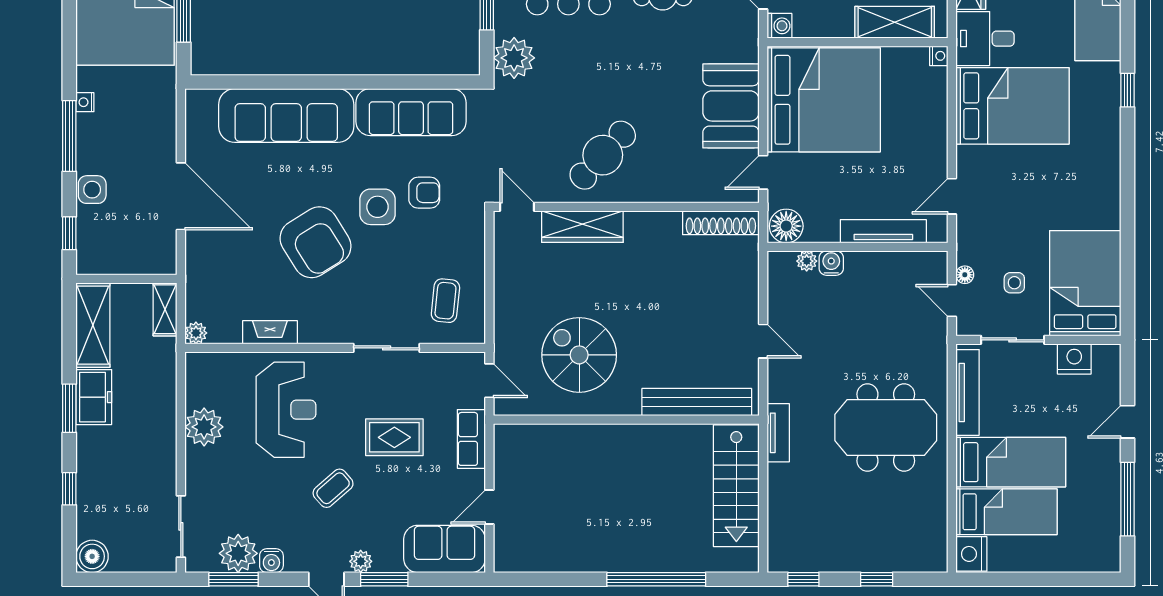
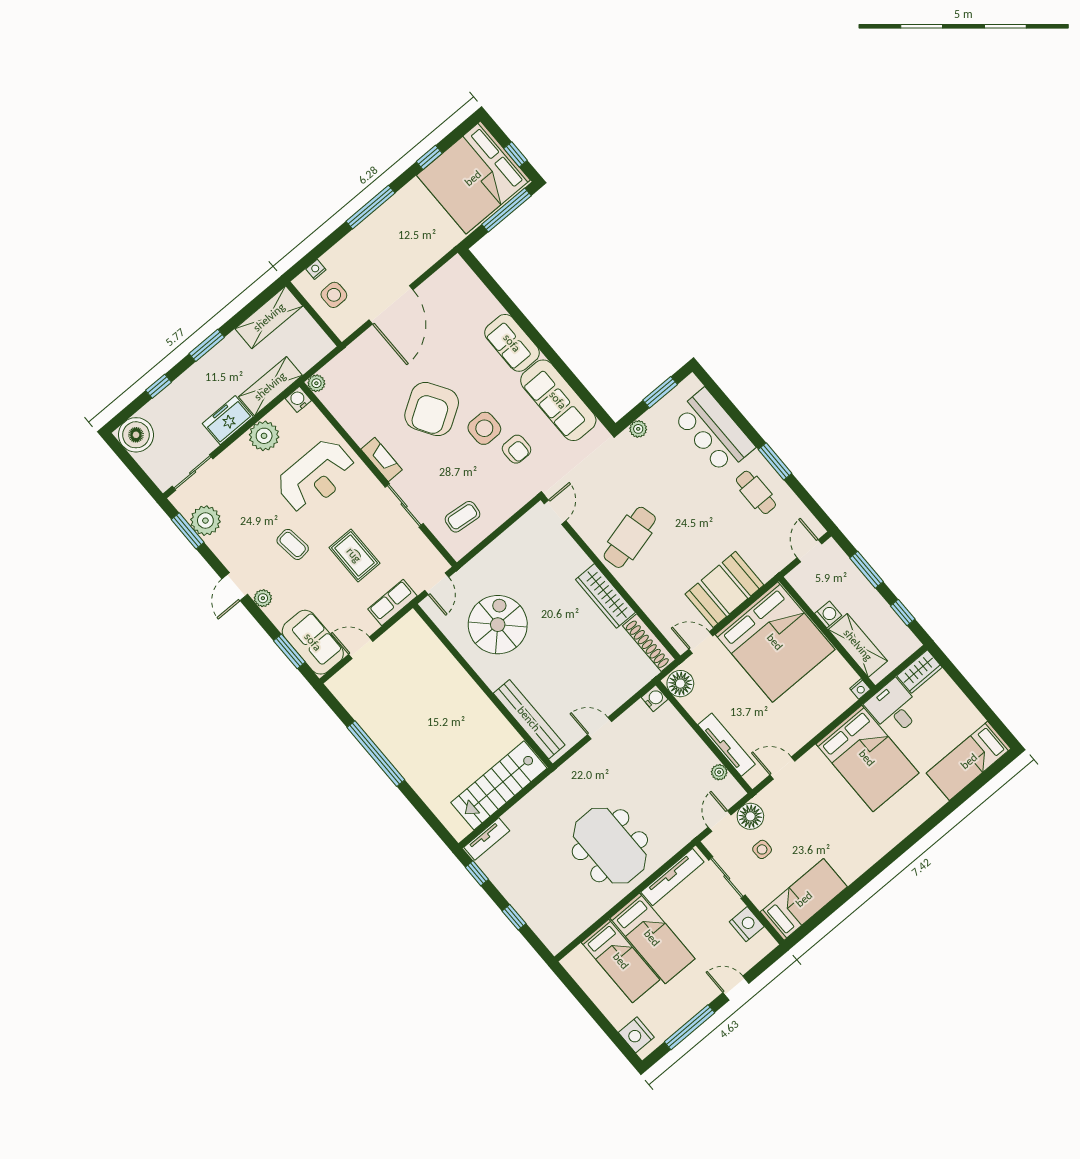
washing machine: (780, 26) -> (828, 615), moved, turned -90
plant: (514, 58) -> (638, 429), width x0.53, depth x0.53
window: (1127, 90) -> (935, 820), removed
nightstand: (85, 102) -> (316, 269), moved
sofa: (286, 116) -> (512, 343), width x0.54, depth x0.79
cafe table: (603, 155) -> (630, 537), turned -57
side table: (92, 190) -> (334, 295), moved
wardrobe: (582, 227) -> (605, 596), moved
window: (69, 233) -> (429, 157), moved
plant: (807, 261) -> (719, 772), moved
water cooler: (831, 263) -> (655, 698), moved
floor lamp: (965, 275) -> (750, 816), width x1.89, depth x1.89
bed: (1085, 283) -> (804, 899), width x0.67
shelving: (165, 309) -> (270, 386), moved, width x1.50, depth x1.33
fireplace: (270, 332) -> (382, 459), moved
door: (763, 341) -> (600, 728), swing flipped
freezer: (94, 397) -> (228, 420), moved, turned 180
tv unit: (778, 433) -> (487, 839), moved
coffee table: (333, 488) -> (293, 544), turned 34
nightstand: (971, 554) -> (636, 1035), moved, turned -90
boiler: (92, 556) -> (136, 435), width x1.37, depth x1.37
water cooler: (271, 561) -> (298, 399), moved, turned 90
window: (384, 579) -> (289, 651), moved
window: (656, 579) -> (376, 754), moved

